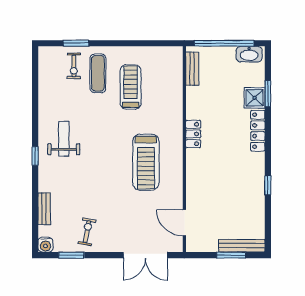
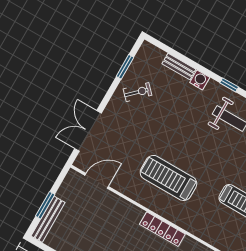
locker: (193, 134) -> (162, 229), width x1.53
exercise bike: (87, 232) -> (138, 92), turned -55
water cooler: (45, 245) -> (200, 80), moved, turned 90

